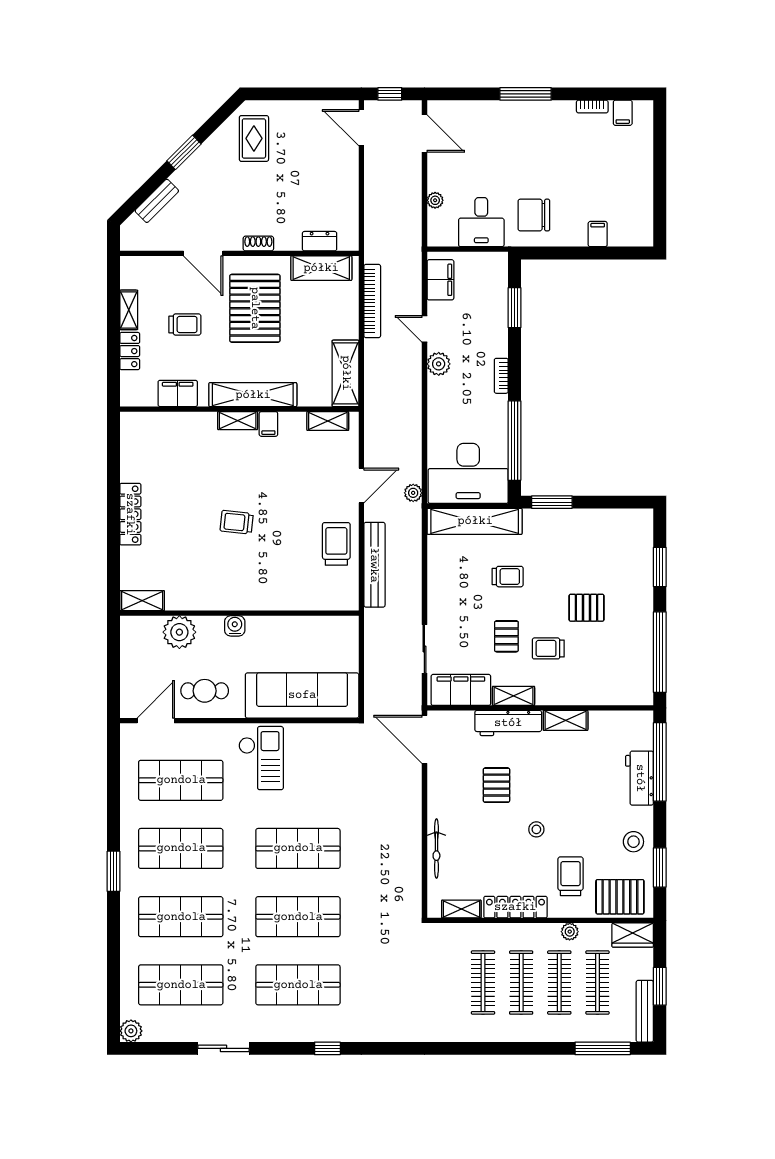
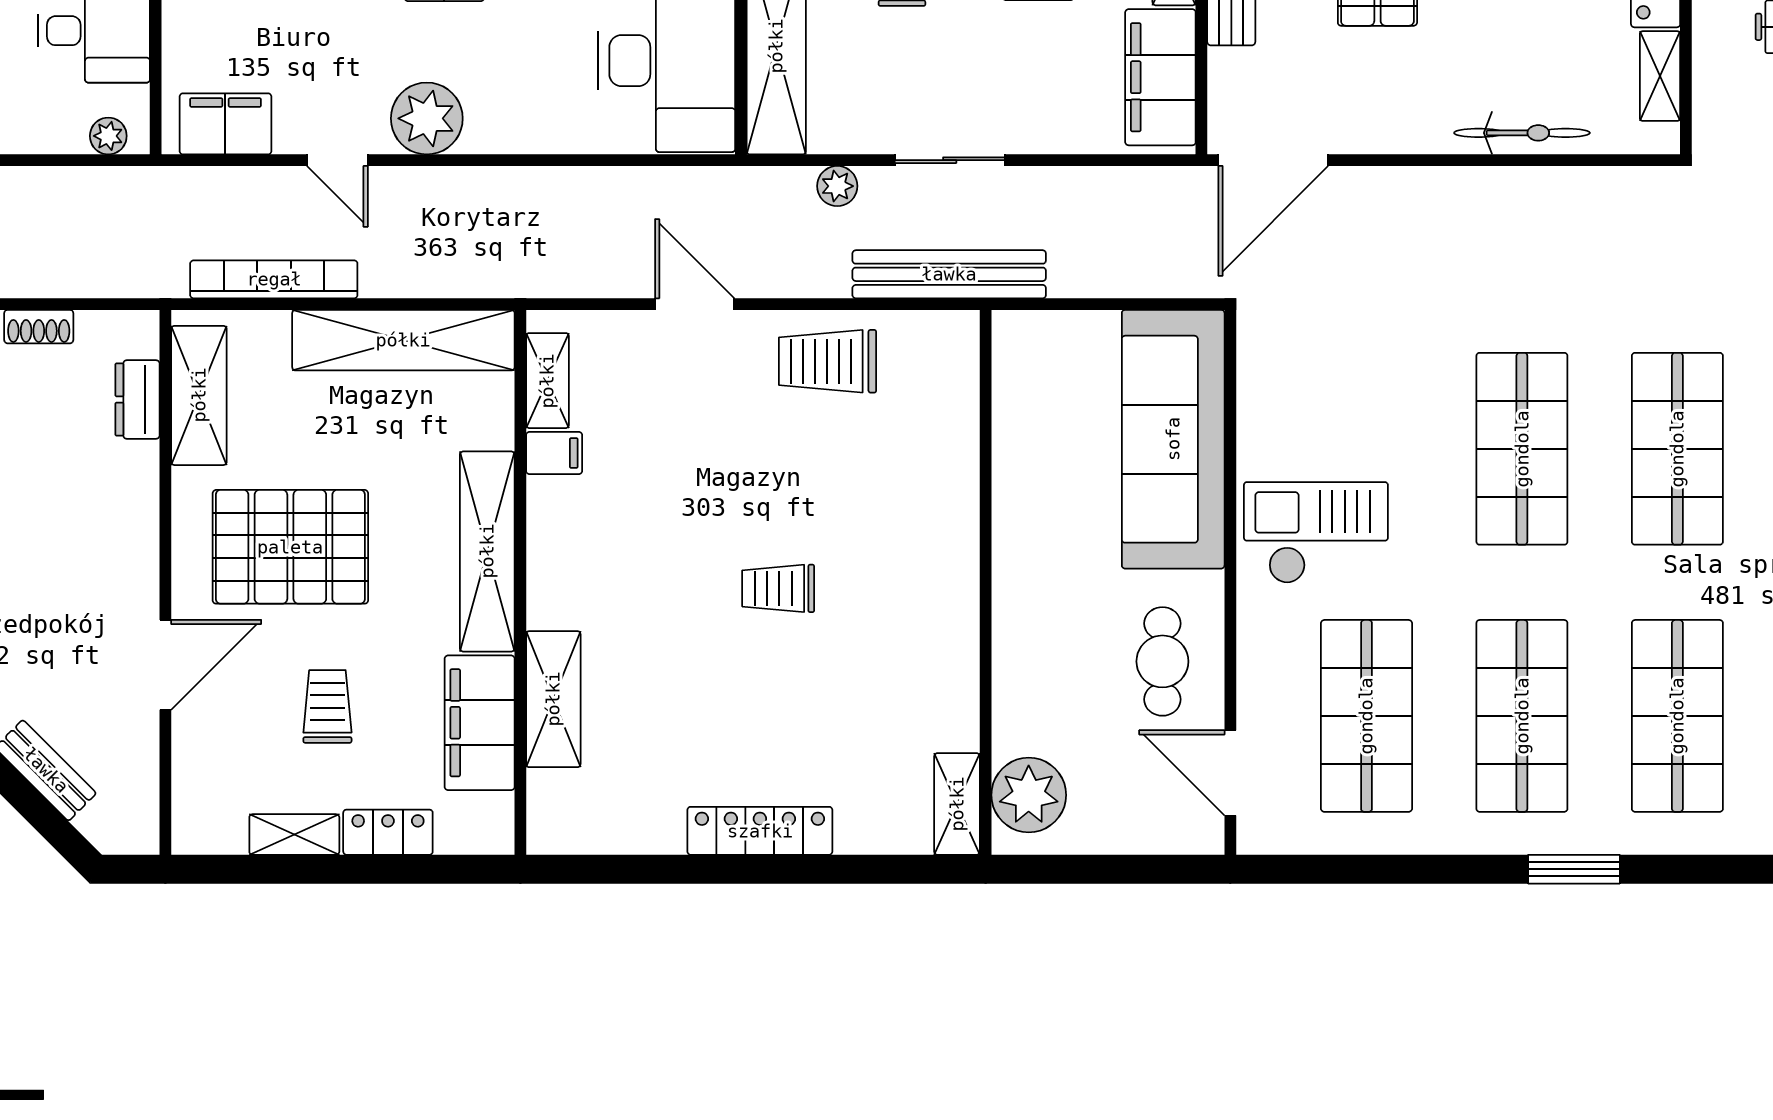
plant: (435, 200) -> (108, 136), moved
shoe rack: (258, 244) -> (39, 327), moved, turned -90
door: (424, 329) -> (337, 160), hinge flipped
plant: (439, 364) -> (427, 118), width x1.36, depth x1.36
shelving: (346, 373) -> (403, 340), width x1.47
filing cabinet: (178, 393) -> (480, 723), width x1.50, depth x1.17
shelving: (238, 421) -> (553, 699), moved, width x1.50, depth x1.33
filing cabinet: (268, 424) -> (554, 453), moved
plant: (413, 493) -> (837, 186), moved
trolley: (237, 522) -> (778, 588), turned 84
bench: (374, 565) -> (949, 274), moved
water cooler: (235, 626) -> (1014, 593), removed
plant: (179, 632) -> (1029, 795), moved
sliding door: (424, 649) -> (950, 160), moved

